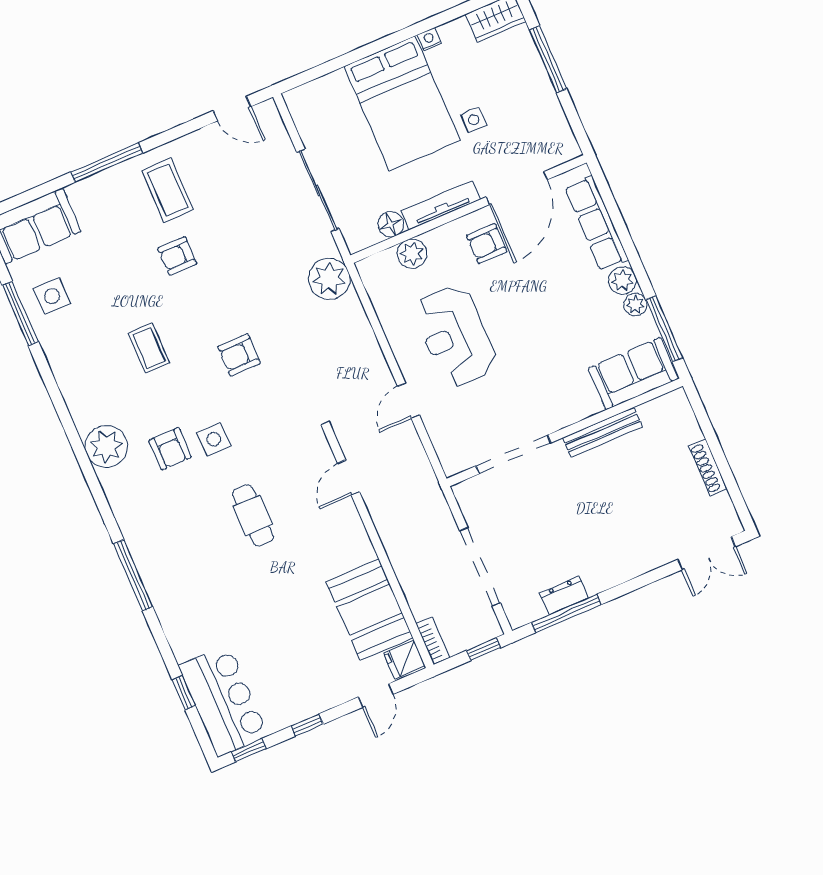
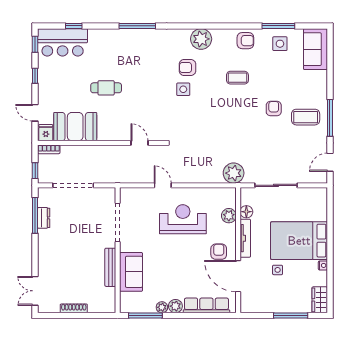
window: (107, 163) -> (330, 118), moved
armchair: (239, 355) -> (245, 41), moved, turned 90
sofa: (633, 373) -> (131, 272), moved
cafe table: (253, 515) -> (106, 88), moved

